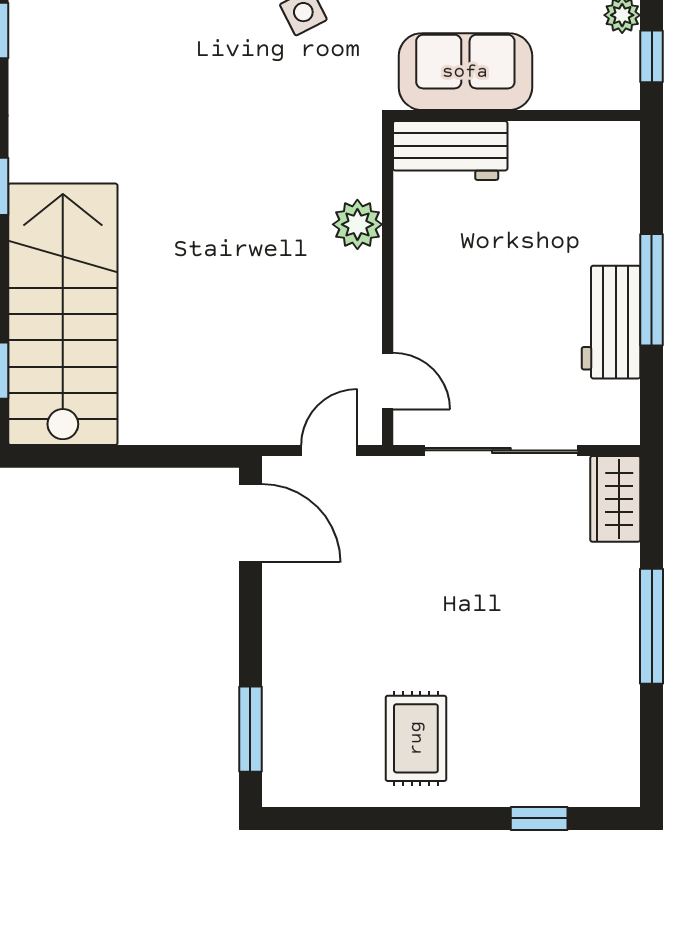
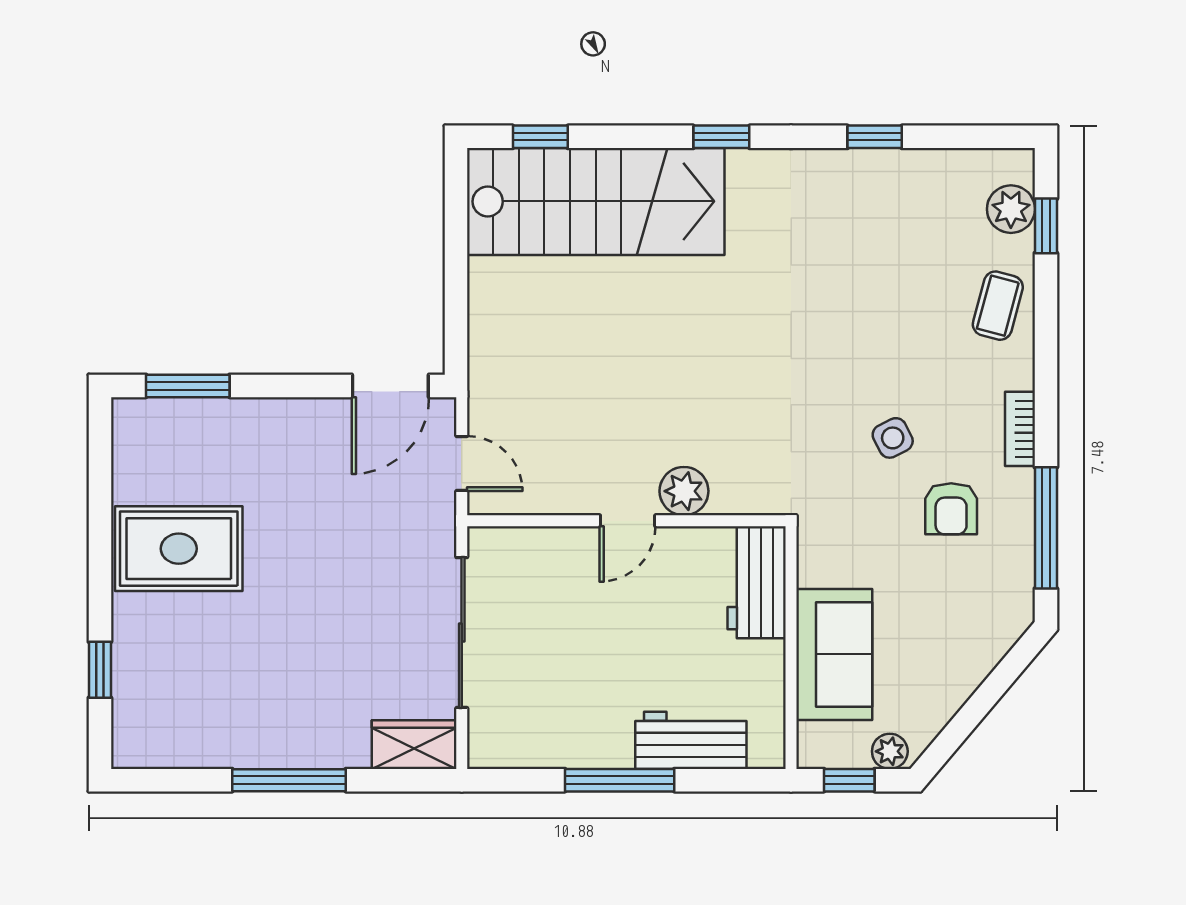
sofa: (465, 72) -> (834, 654), moved
workbench: (611, 322) -> (691, 740), moved
door: (388, 381) -> (628, 521), moved
rug: (416, 738) -> (179, 549), width x1.36, depth x1.43

